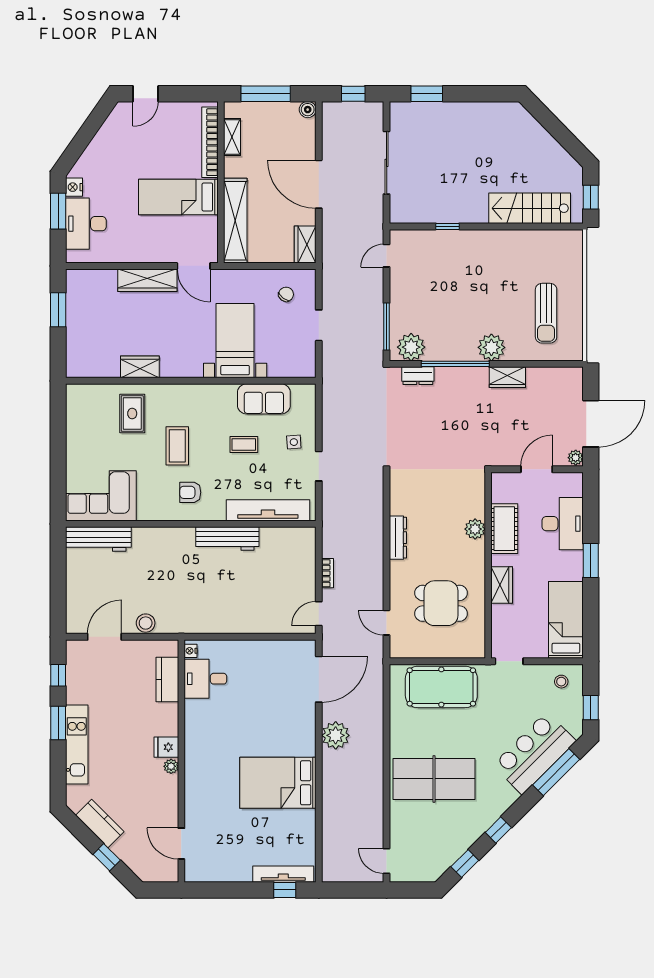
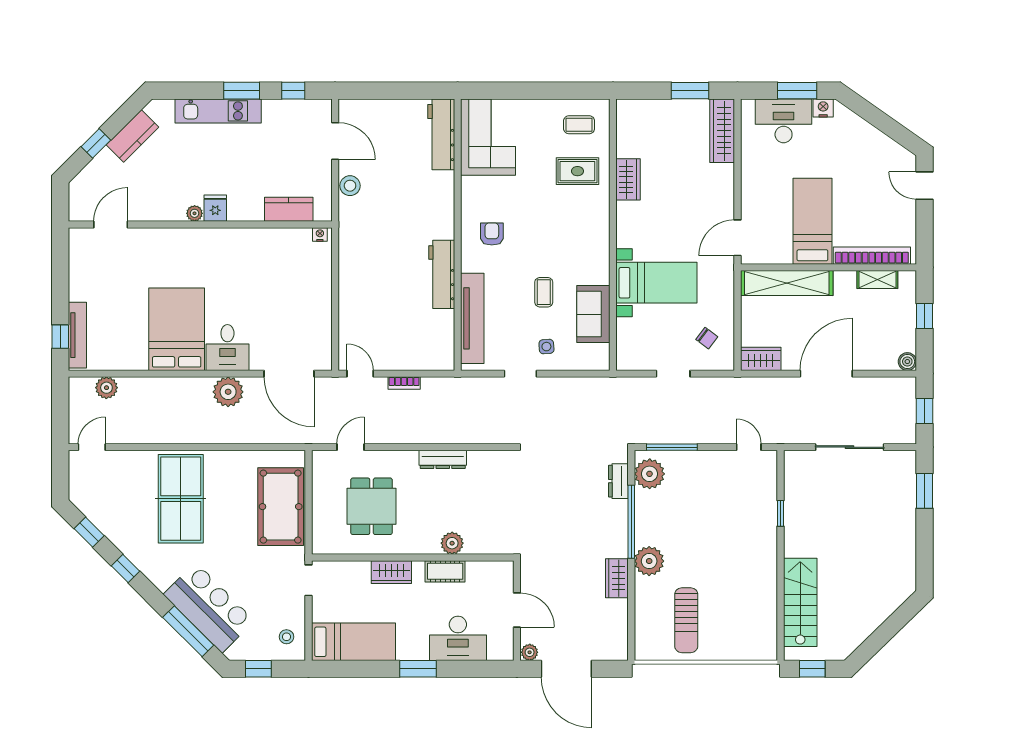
window: (266, 94) -> (924, 316), width x0.46
wardrobe: (147, 280) -> (722, 131), moved
sun lounger: (546, 313) -> (686, 620), turned -90
coffee table: (177, 446) -> (579, 125), moved, width x0.73, depth x0.77
cot: (504, 529) -> (445, 571), width x0.73, depth x0.75
desk: (205, 679) -> (227, 348), moved, turned 180
plant: (332, 847) -> (106, 388), added

